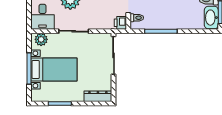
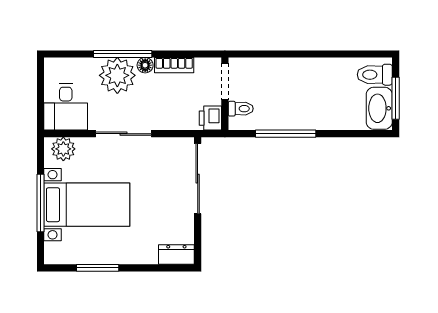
dresser: (98, 96) -> (176, 255), width x0.70

